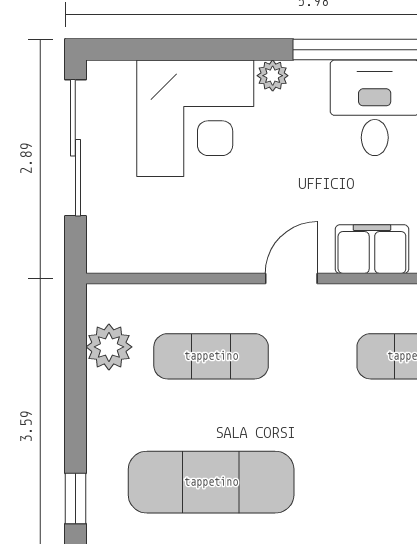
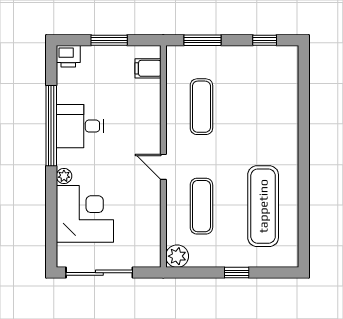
filing cabinet: (372, 249) -> (149, 127), removed
plant: (109, 347) -> (177, 256), moved
window: (75, 499) -> (237, 273), moved

